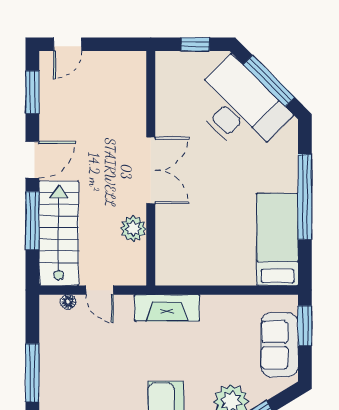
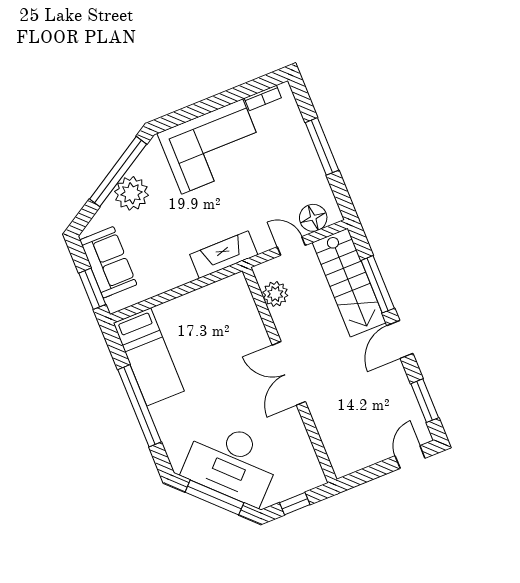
plant: (133, 229) -> (275, 294), moved
floor lamp: (68, 302) -> (313, 218), width x1.89, depth x1.89

